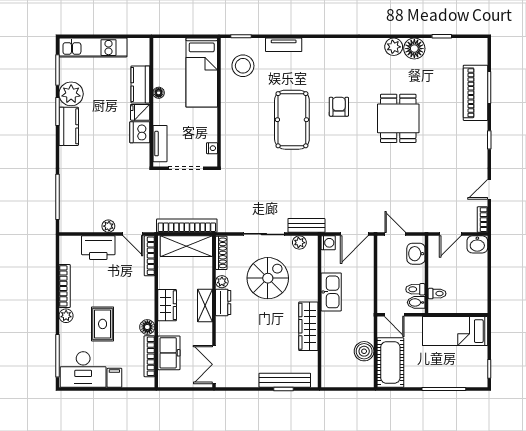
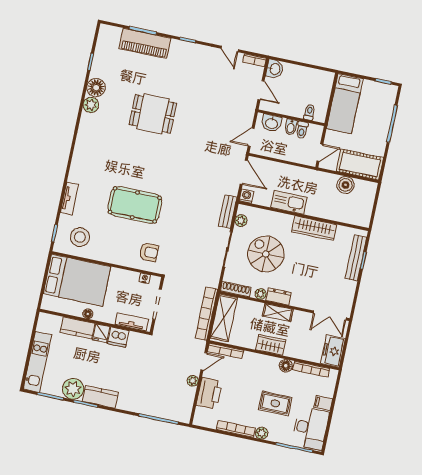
bed: (202, 73) -> (77, 280), width x1.50
armchair: (339, 107) -> (149, 252), moved, turned 180
bidet: (416, 302) -> (291, 127), moved
freezer: (169, 353) -> (333, 351), moved, turned -90

